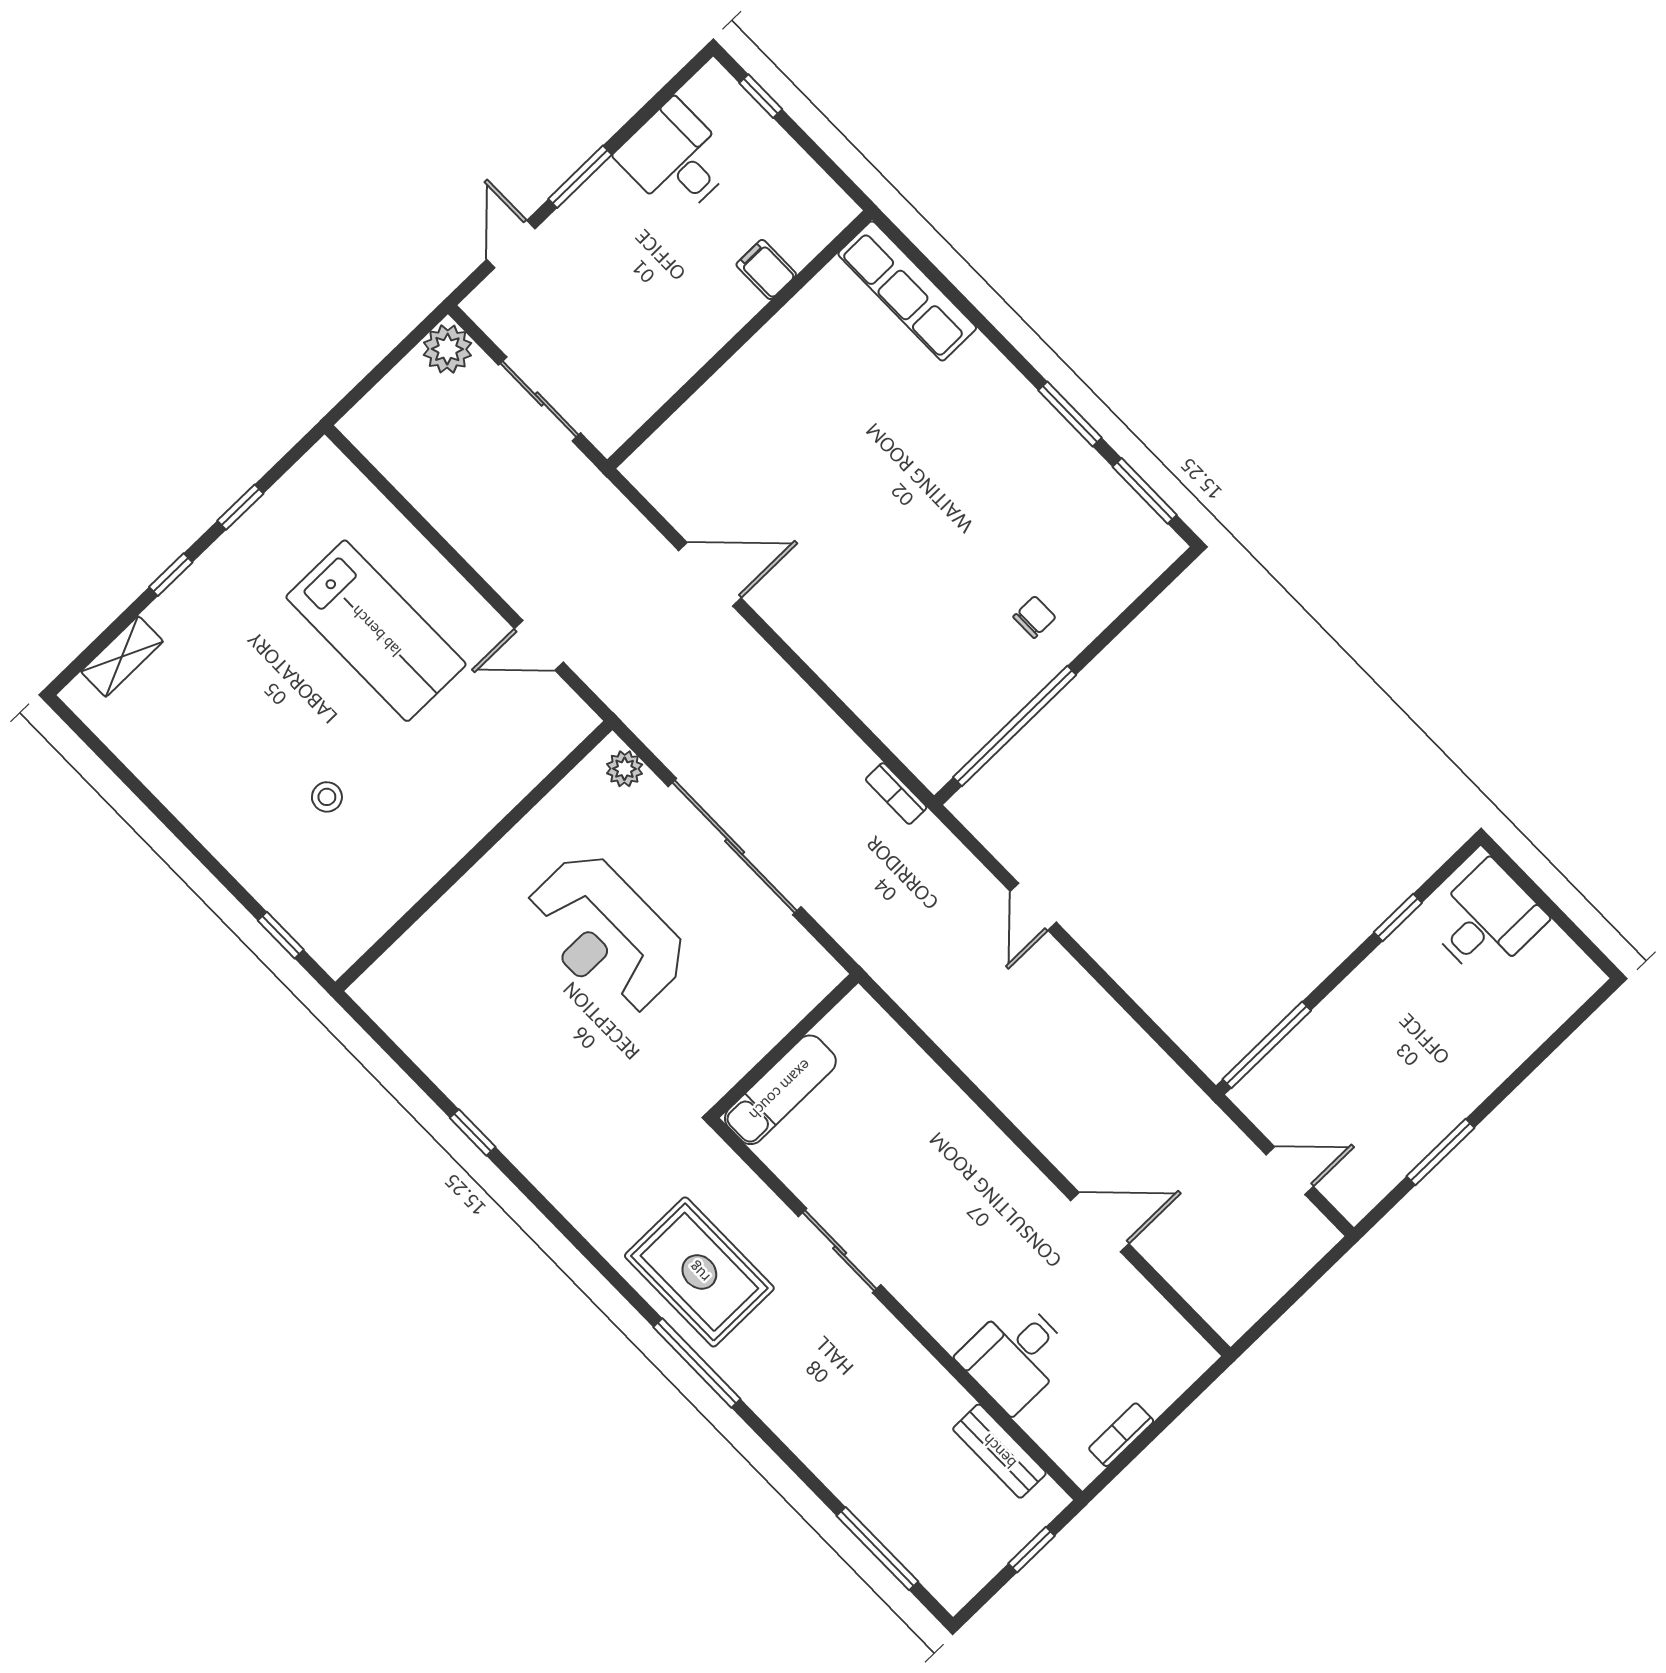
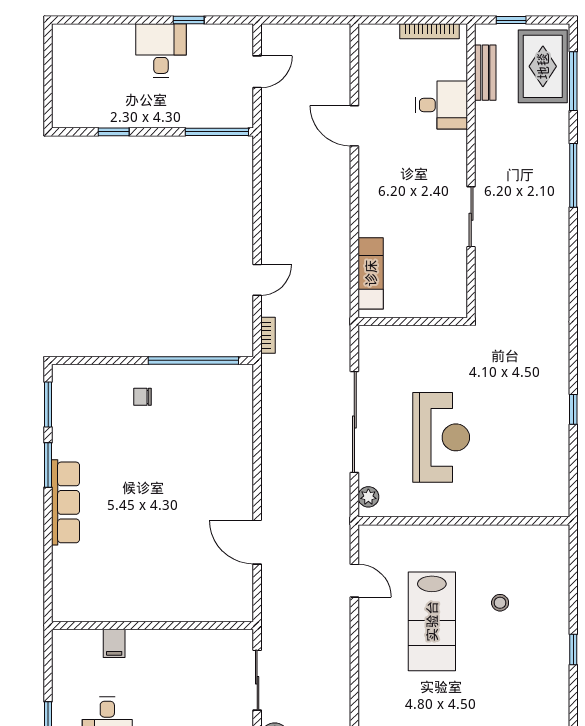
row of seats: (907, 291) -> (65, 502), moved
lab bench: (376, 631) -> (432, 621), moved, turned 180
bookcase: (896, 793) -> (268, 335), moved
desk: (1486, 920) -> (161, 51), moved, turned 90
window: (281, 935) -> (573, 649), moved
exam couch: (780, 1090) -> (371, 273), moved, turned 90
window: (1440, 1152) -> (189, 20), width x0.67
door: (1290, 1171) -> (257, 72), swing flipped
rug: (699, 1272) -> (543, 66), moved
window: (697, 1363) -> (573, 175), moved
bookcase: (1121, 1435) -> (430, 31), width x1.56

